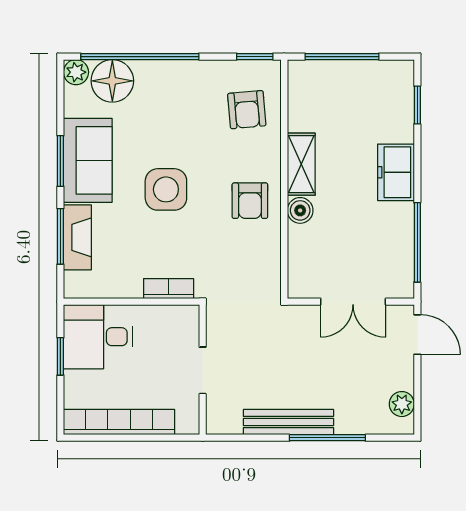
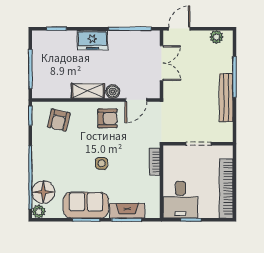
armchair: (247, 110) -> (59, 120), turned 108
side table: (166, 189) -> (102, 163), width x0.54, depth x0.54
door: (284, 254) -> (136, 100), added

